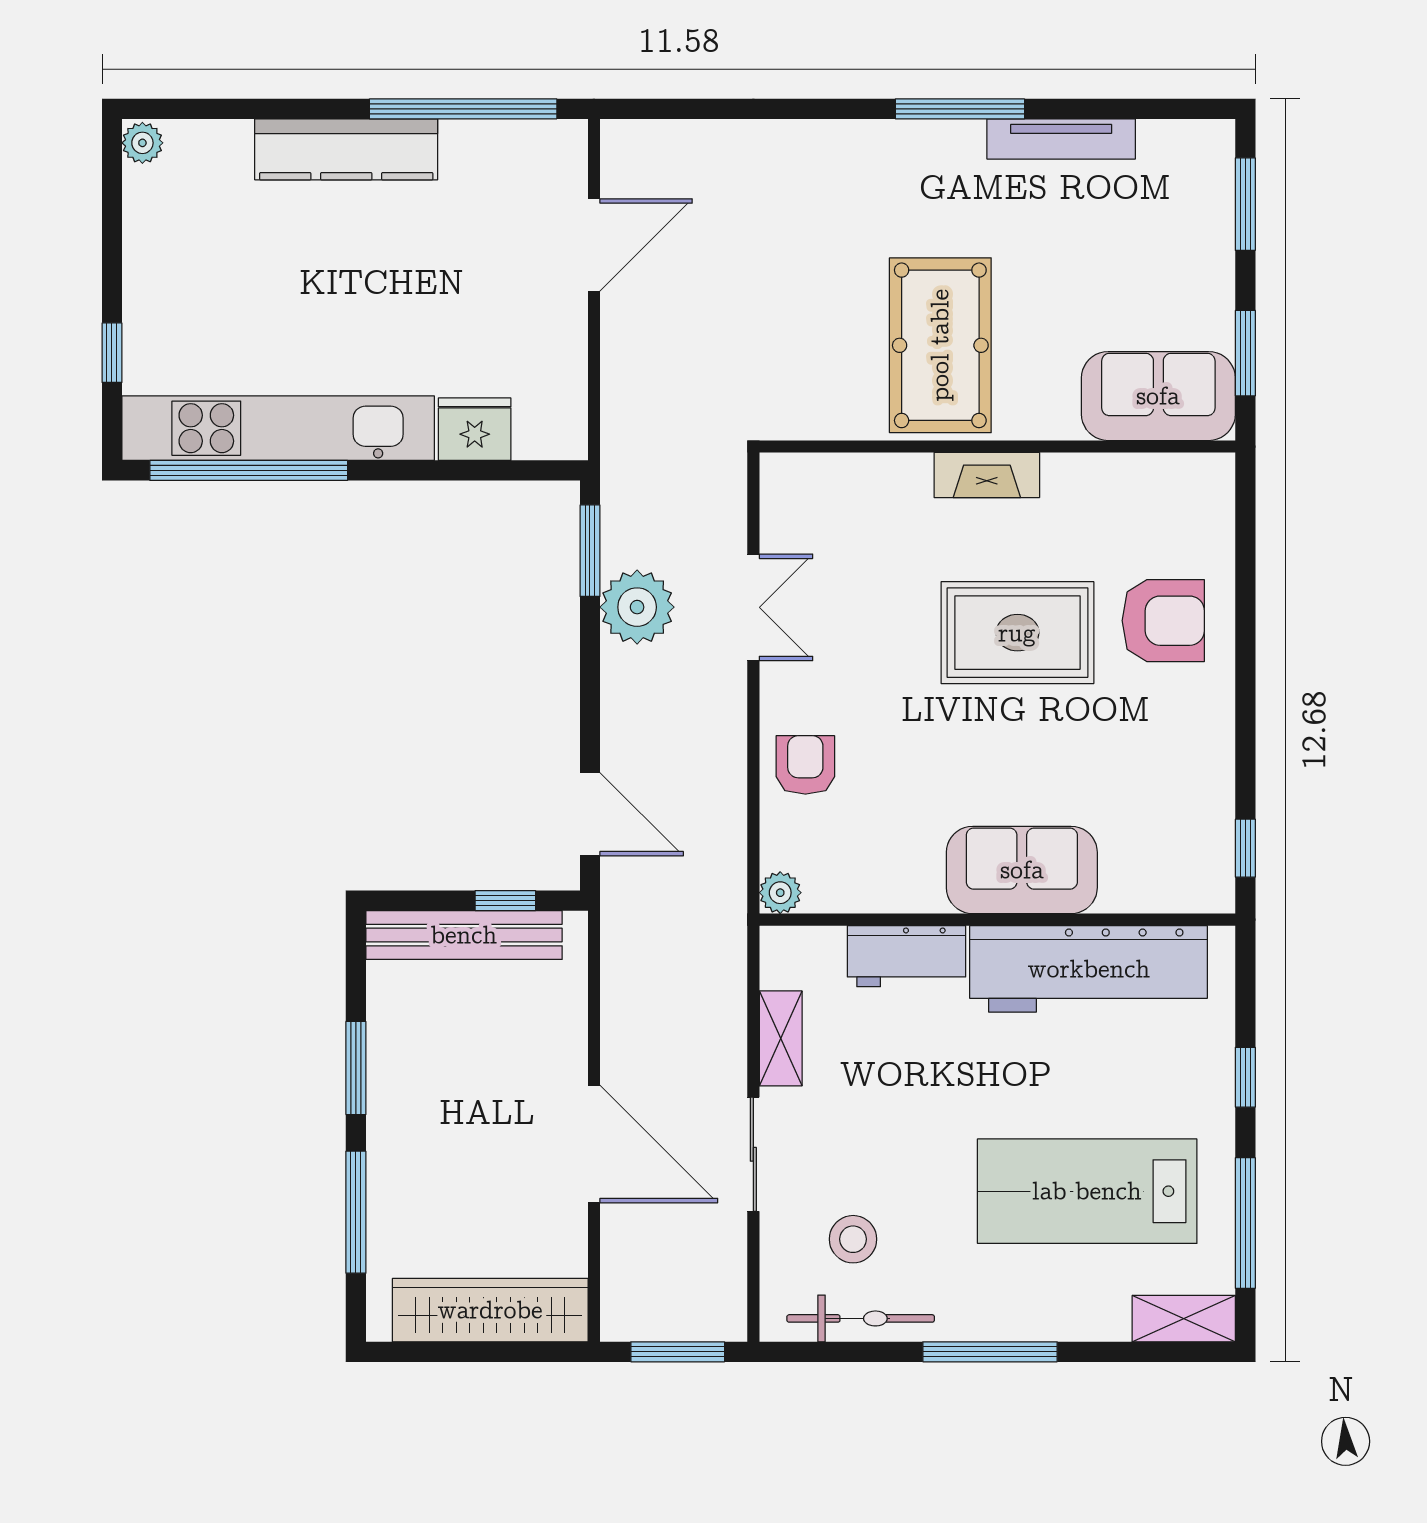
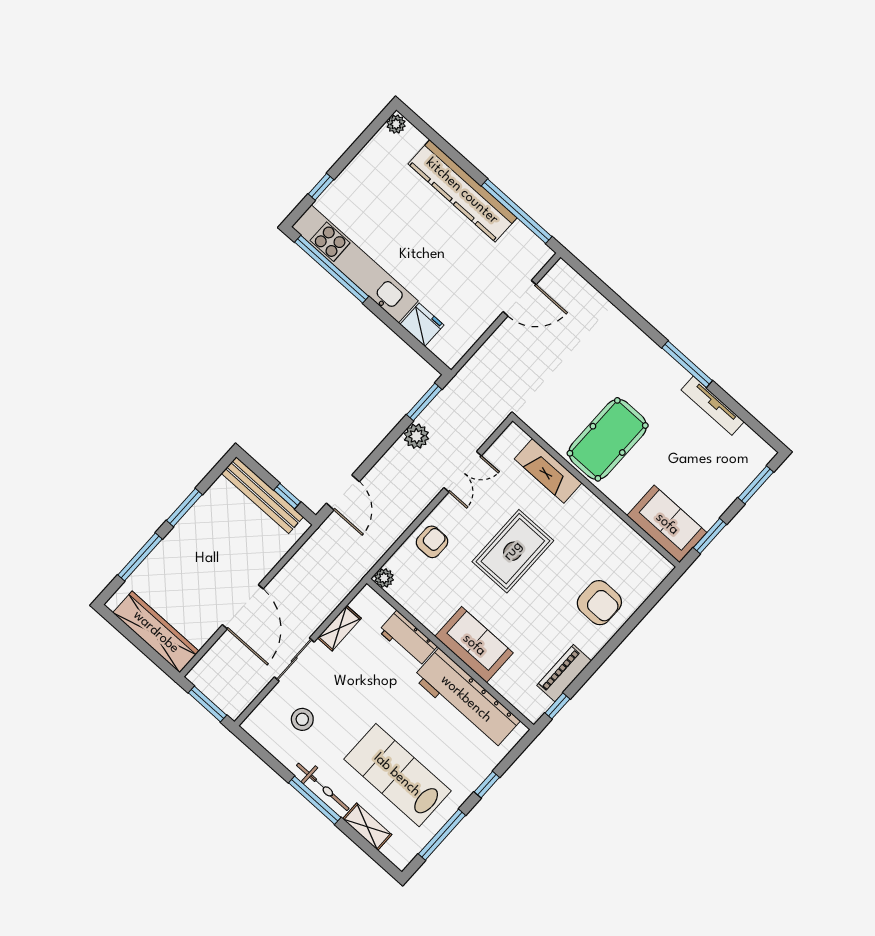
kitchen counter: (346, 149) -> (462, 191), width x1.39, depth x1.17
fireplace: (987, 475) -> (548, 471), moved, width x1.37, depth x1.32
plant: (637, 607) -> (416, 436), width x0.73, depth x0.73
rug: (1017, 633) -> (513, 551), moved, turned 90
piano: (1209, 785) -> (564, 673), added
bicycle: (861, 1318) -> (323, 787), moved
shelving: (1184, 1319) -> (367, 827), moved

